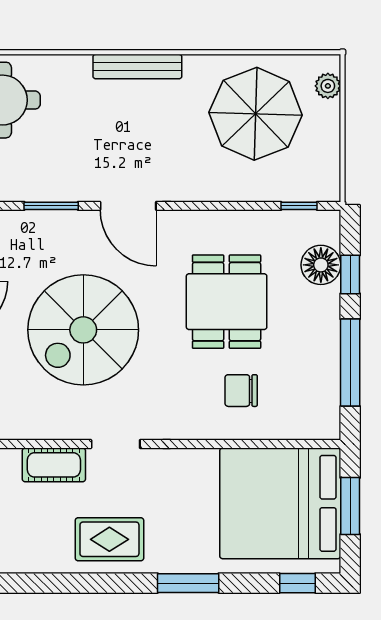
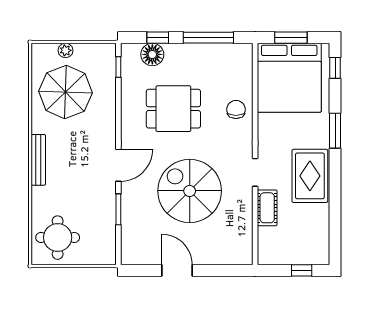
plant: (328, 86) -> (65, 50), moved
spiral stairs: (83, 330) -> (190, 191), turned 180
chair: (241, 391) -> (236, 109), moved, turned 180
rug: (109, 539) -> (310, 176), width x1.36, depth x1.43

